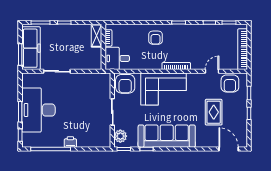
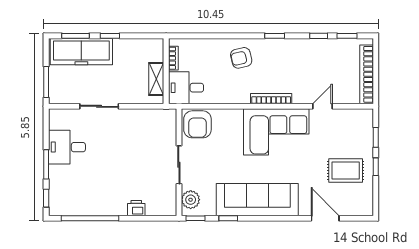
shelving: (97, 36) -> (156, 79), moved
armchair: (155, 38) -> (241, 58), turned 77
freezer: (31, 48) -> (81, 52), moved, turned 90
armchair: (230, 84) -> (348, 124), removed
corner sofa: (164, 89) -> (276, 132), moved
desk: (38, 110) -> (67, 147), width x0.53, depth x0.77
rug: (214, 112) -> (346, 170), moved, turned 90
printer: (70, 142) -> (136, 208), moved
door: (229, 149) -> (325, 218), moved

